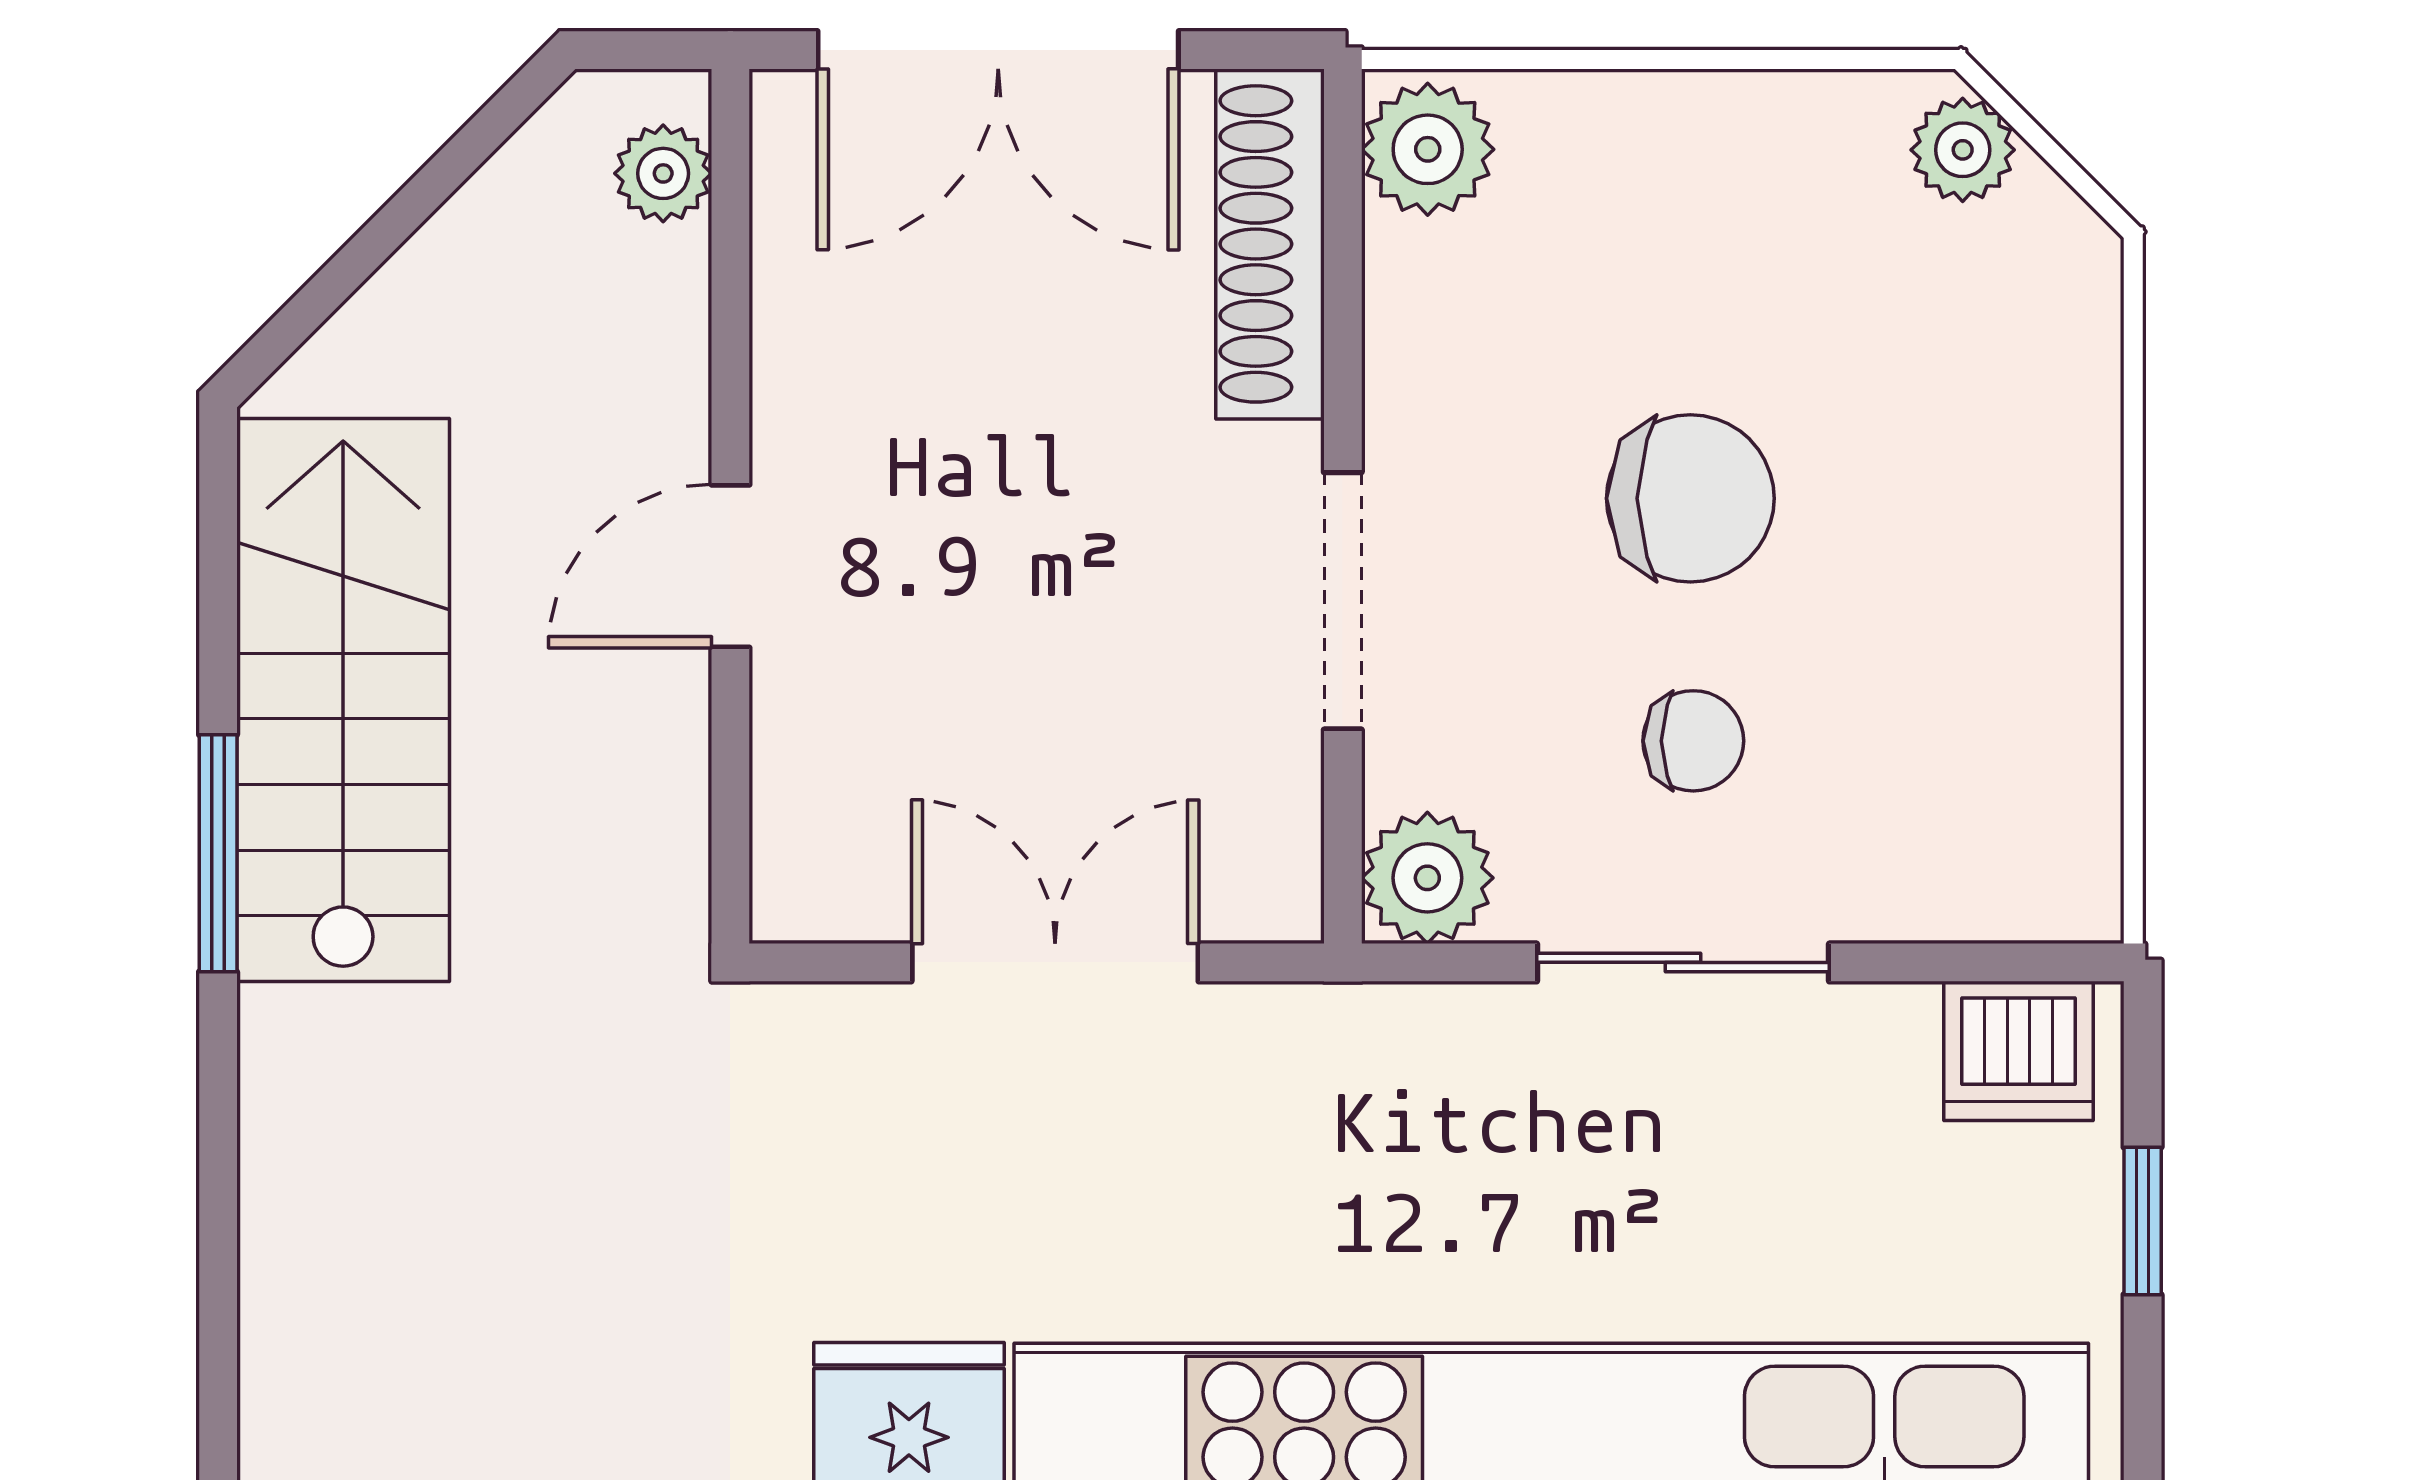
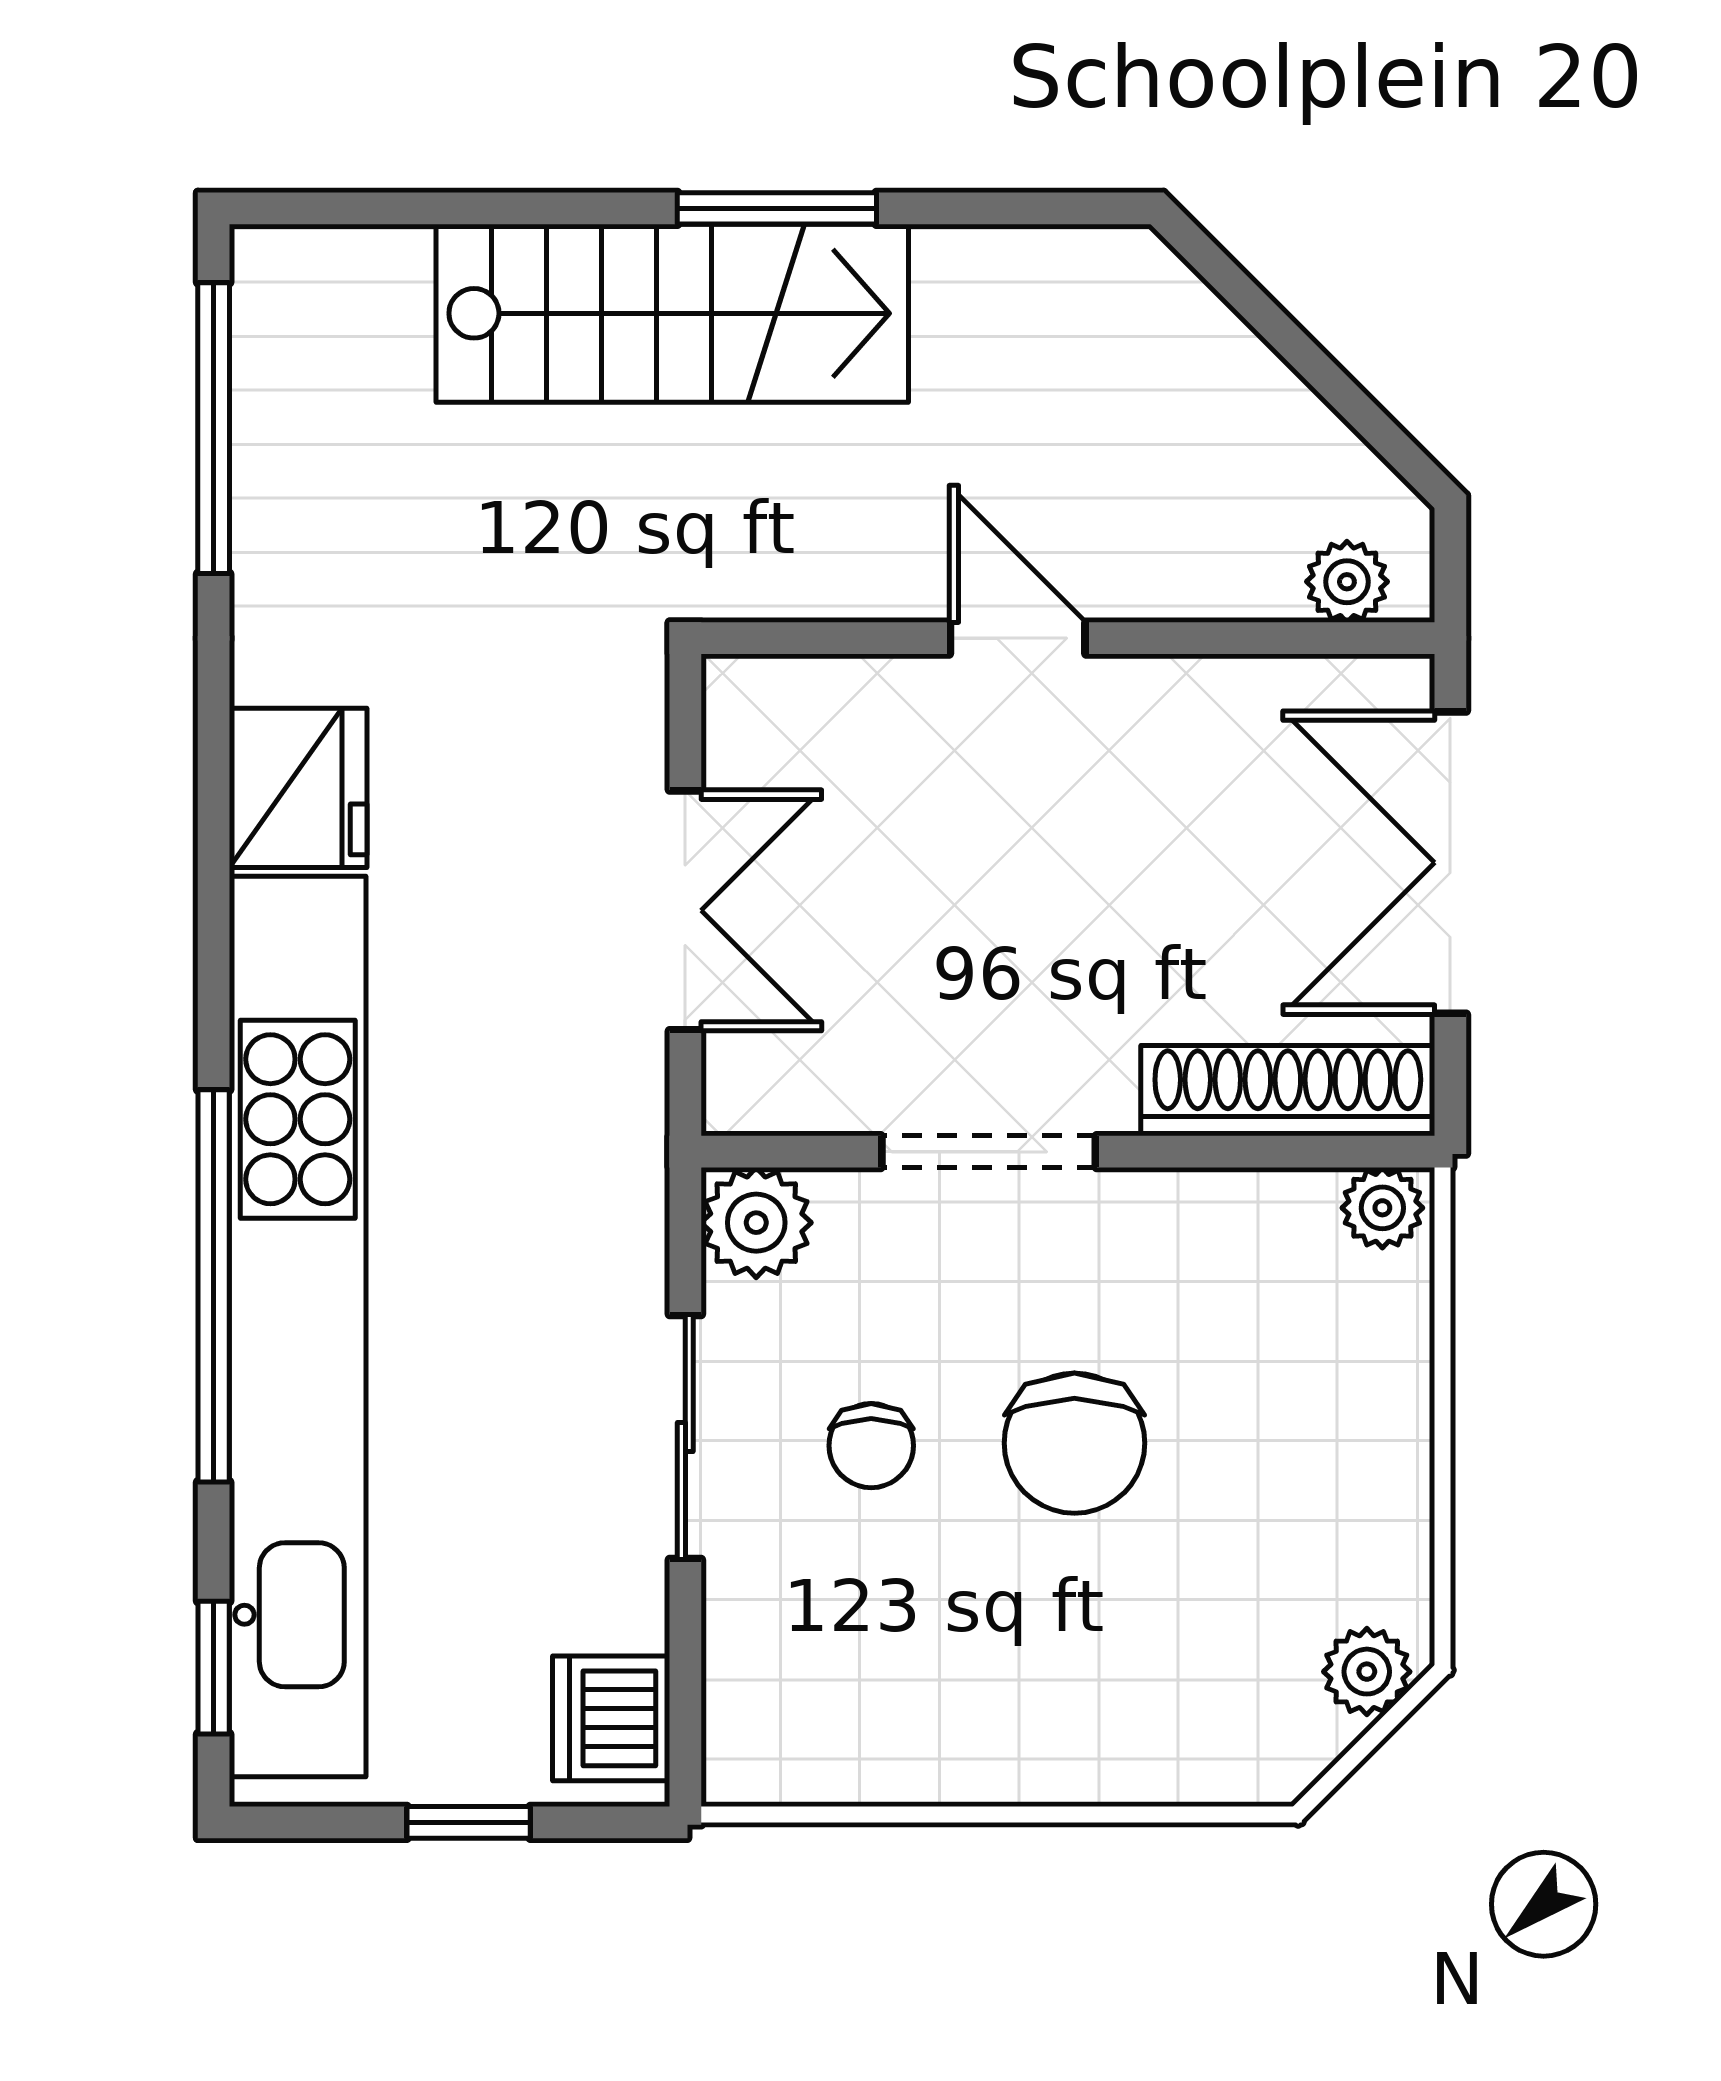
plant: (1428, 149) -> (1382, 1208), width x0.73, depth x0.73
stairs: (343, 700) -> (672, 313), moved

